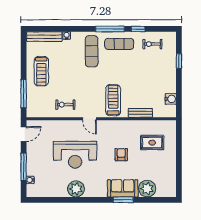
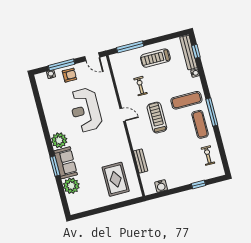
window: (138, 29) -> (196, 51), moved
treadmill: (113, 100) -> (157, 118), moved, turned -90
exercise bike: (65, 105) -> (140, 86), moved
door: (89, 119) -> (123, 115), swing flipped
rug: (152, 143) -> (116, 179), width x1.36, depth x1.43
armchair: (121, 155) -> (69, 75), moved
plant: (76, 189) -> (59, 140), moved

